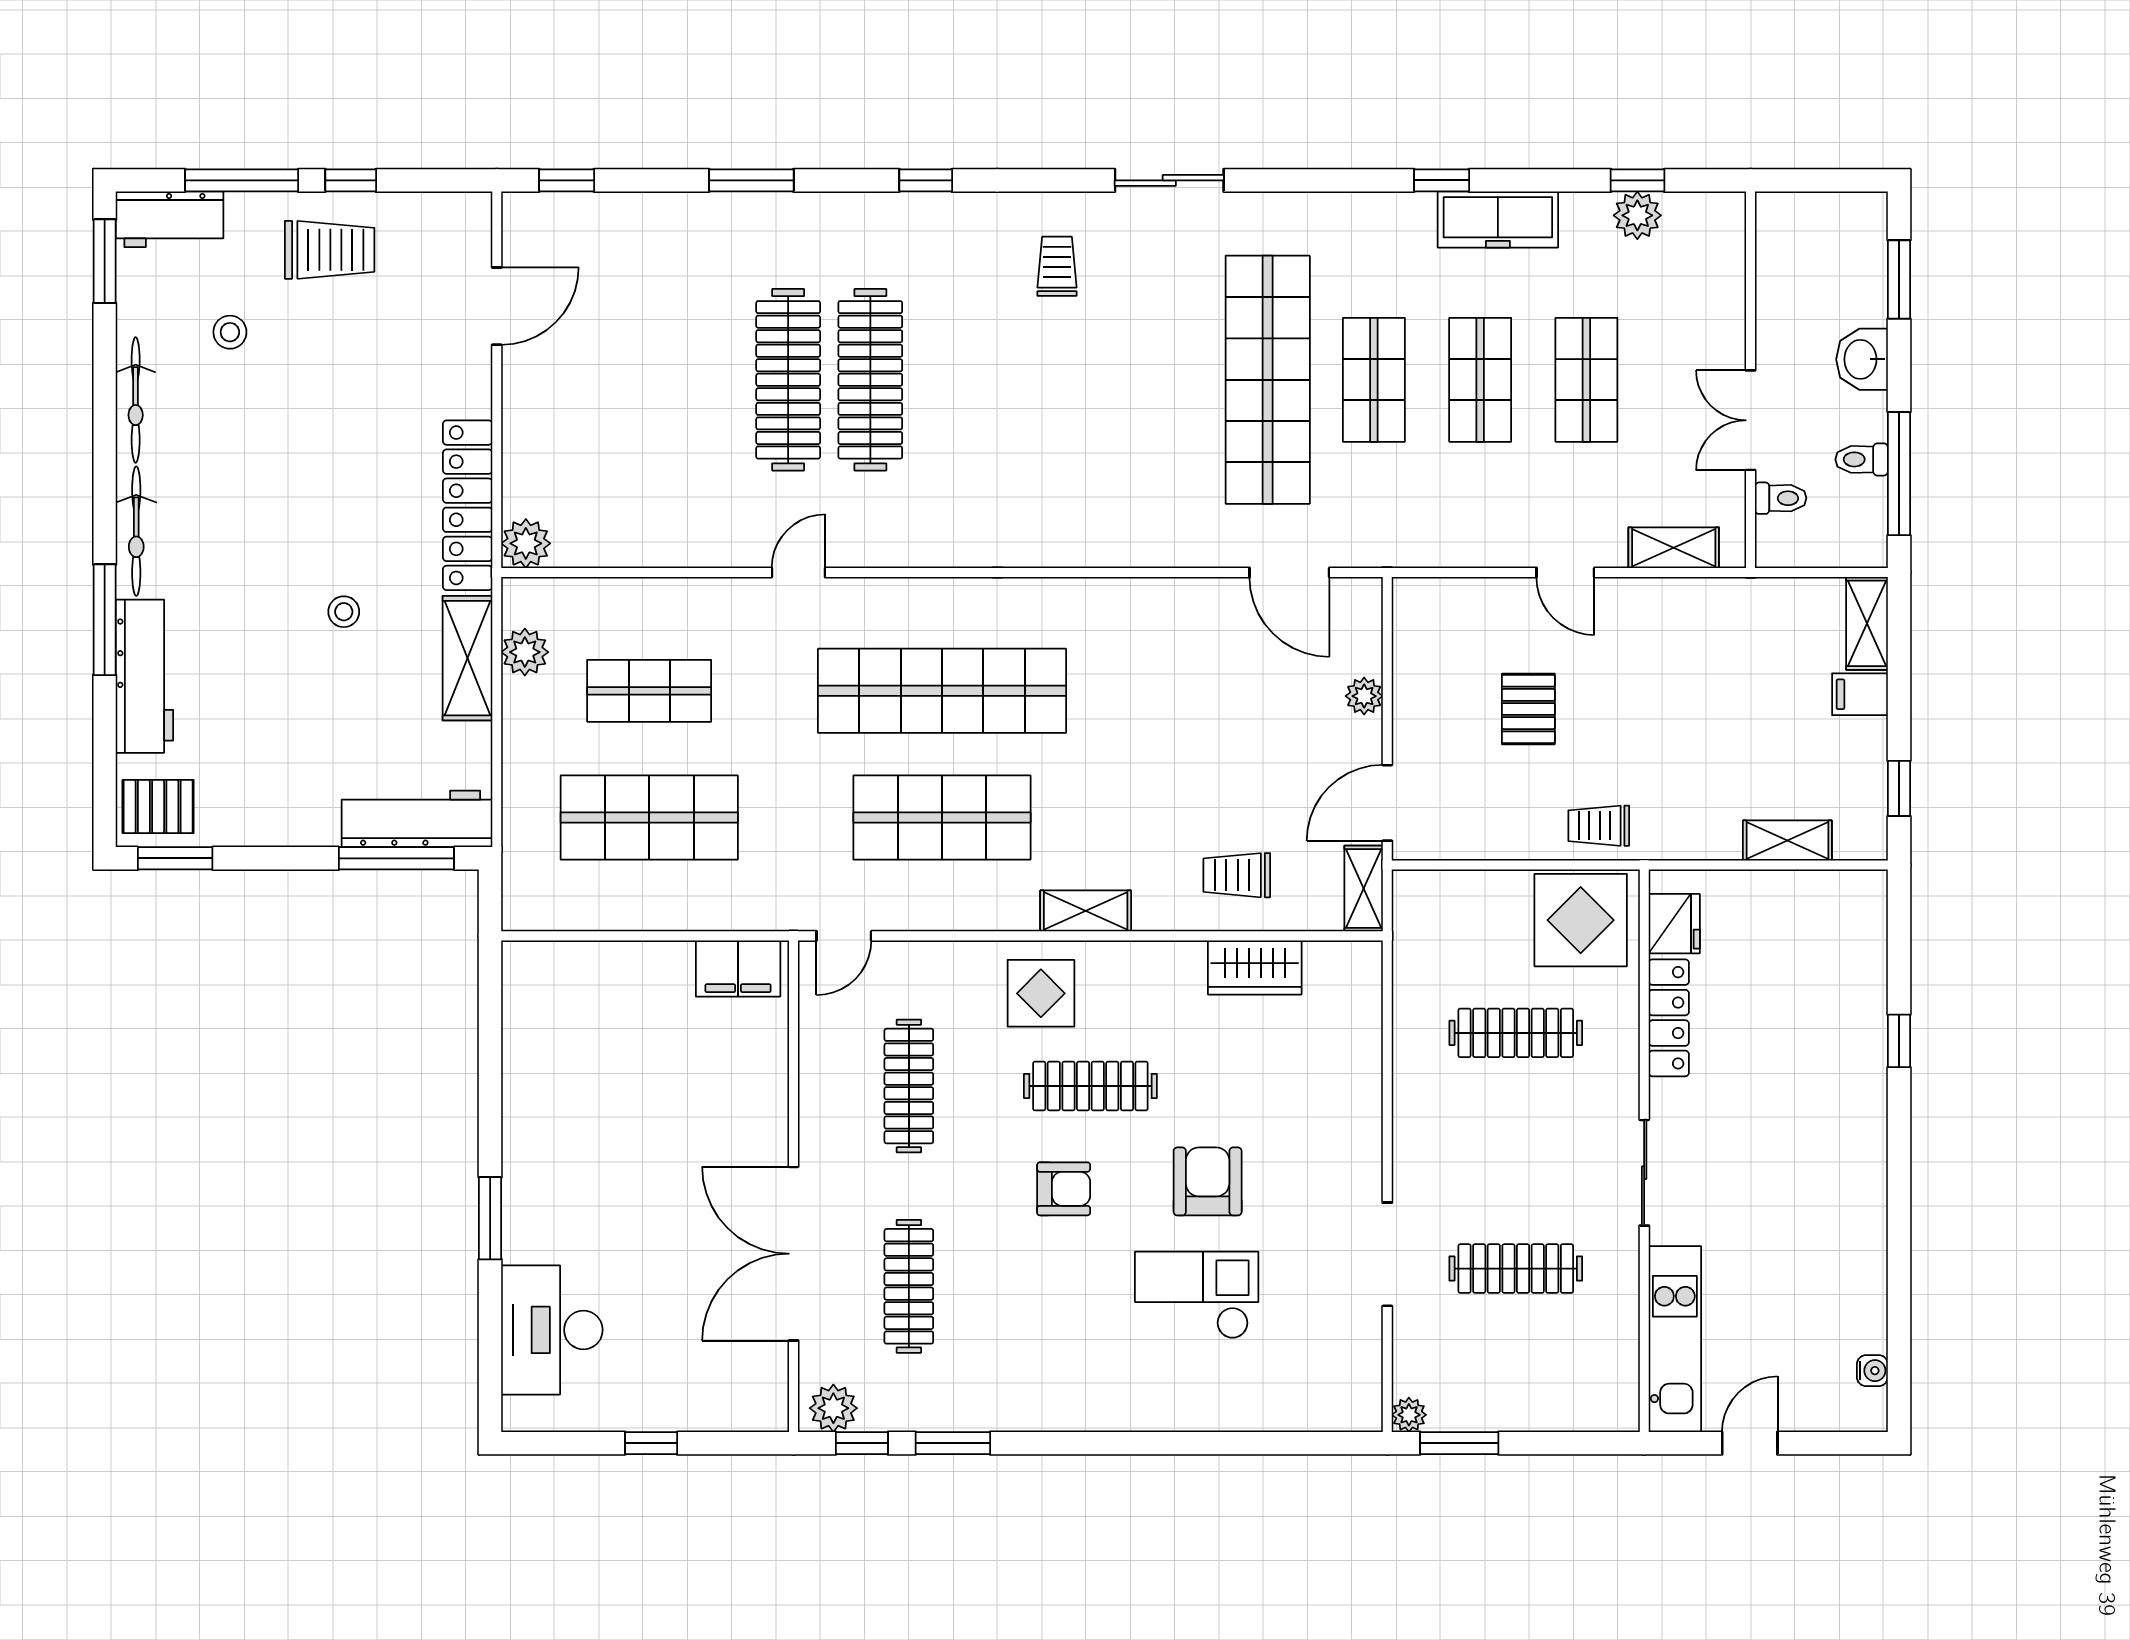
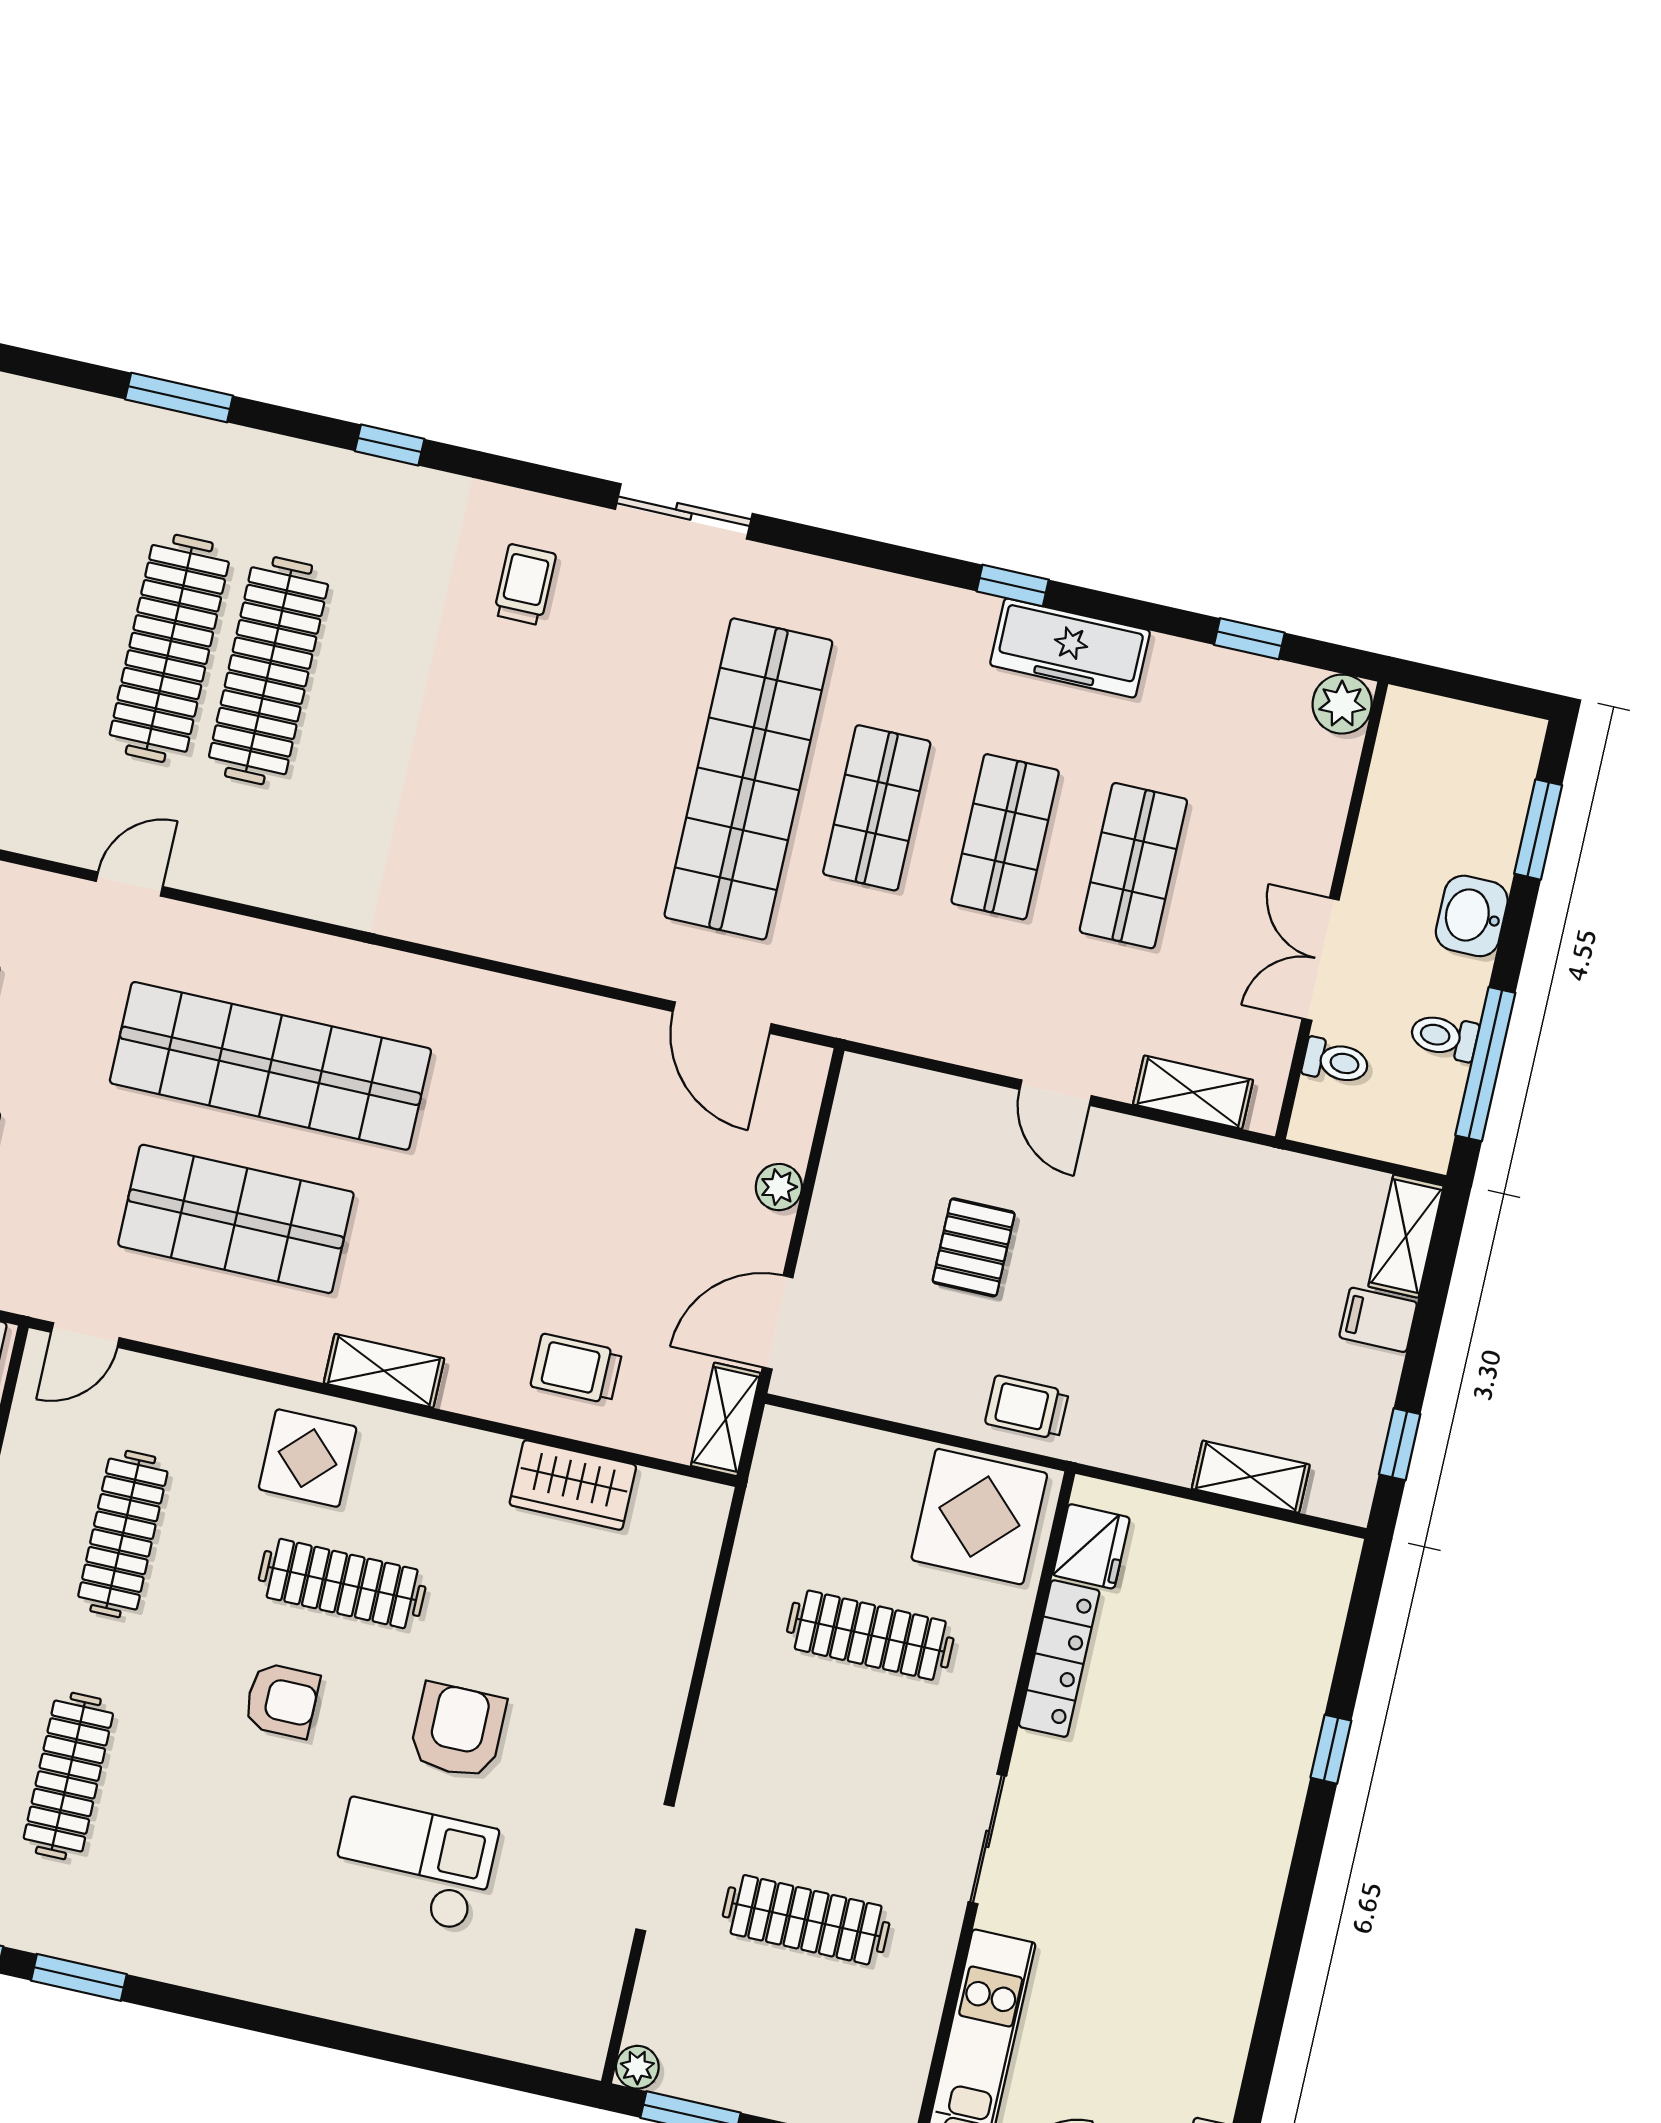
plant: (1637, 215) -> (1342, 704), moved

